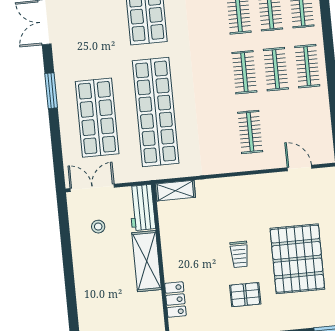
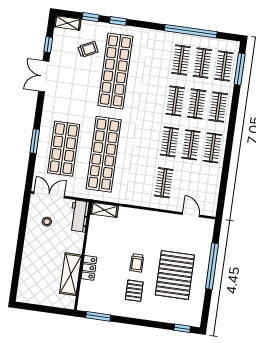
window: (51, 91) -> (35, 141), moved
shelving: (147, 261) -> (71, 274), moved
pallet: (245, 295) -> (134, 291), turned 90
locker: (175, 300) -> (89, 268), moved

